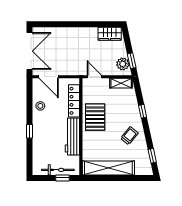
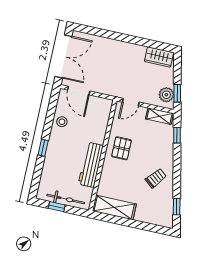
door: (94, 77) -> (131, 102), swing flipped
locker: (74, 101) -> (102, 124), removed
window: (143, 111) -> (177, 135), moved
pallet: (95, 117) -> (121, 148), width x0.67, depth x0.71
shelving: (108, 168) -> (114, 207), width x0.68
window: (63, 178) -> (57, 207), moved

